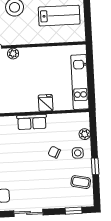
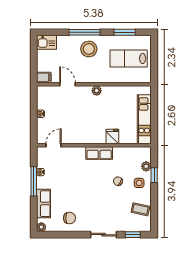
lab bench: (59, 16) -> (129, 58), turned 180
plant: (13, 54) -> (97, 91), moved
window: (95, 166) -> (154, 175), moved
sliding door: (28, 213) -> (103, 235), moved

